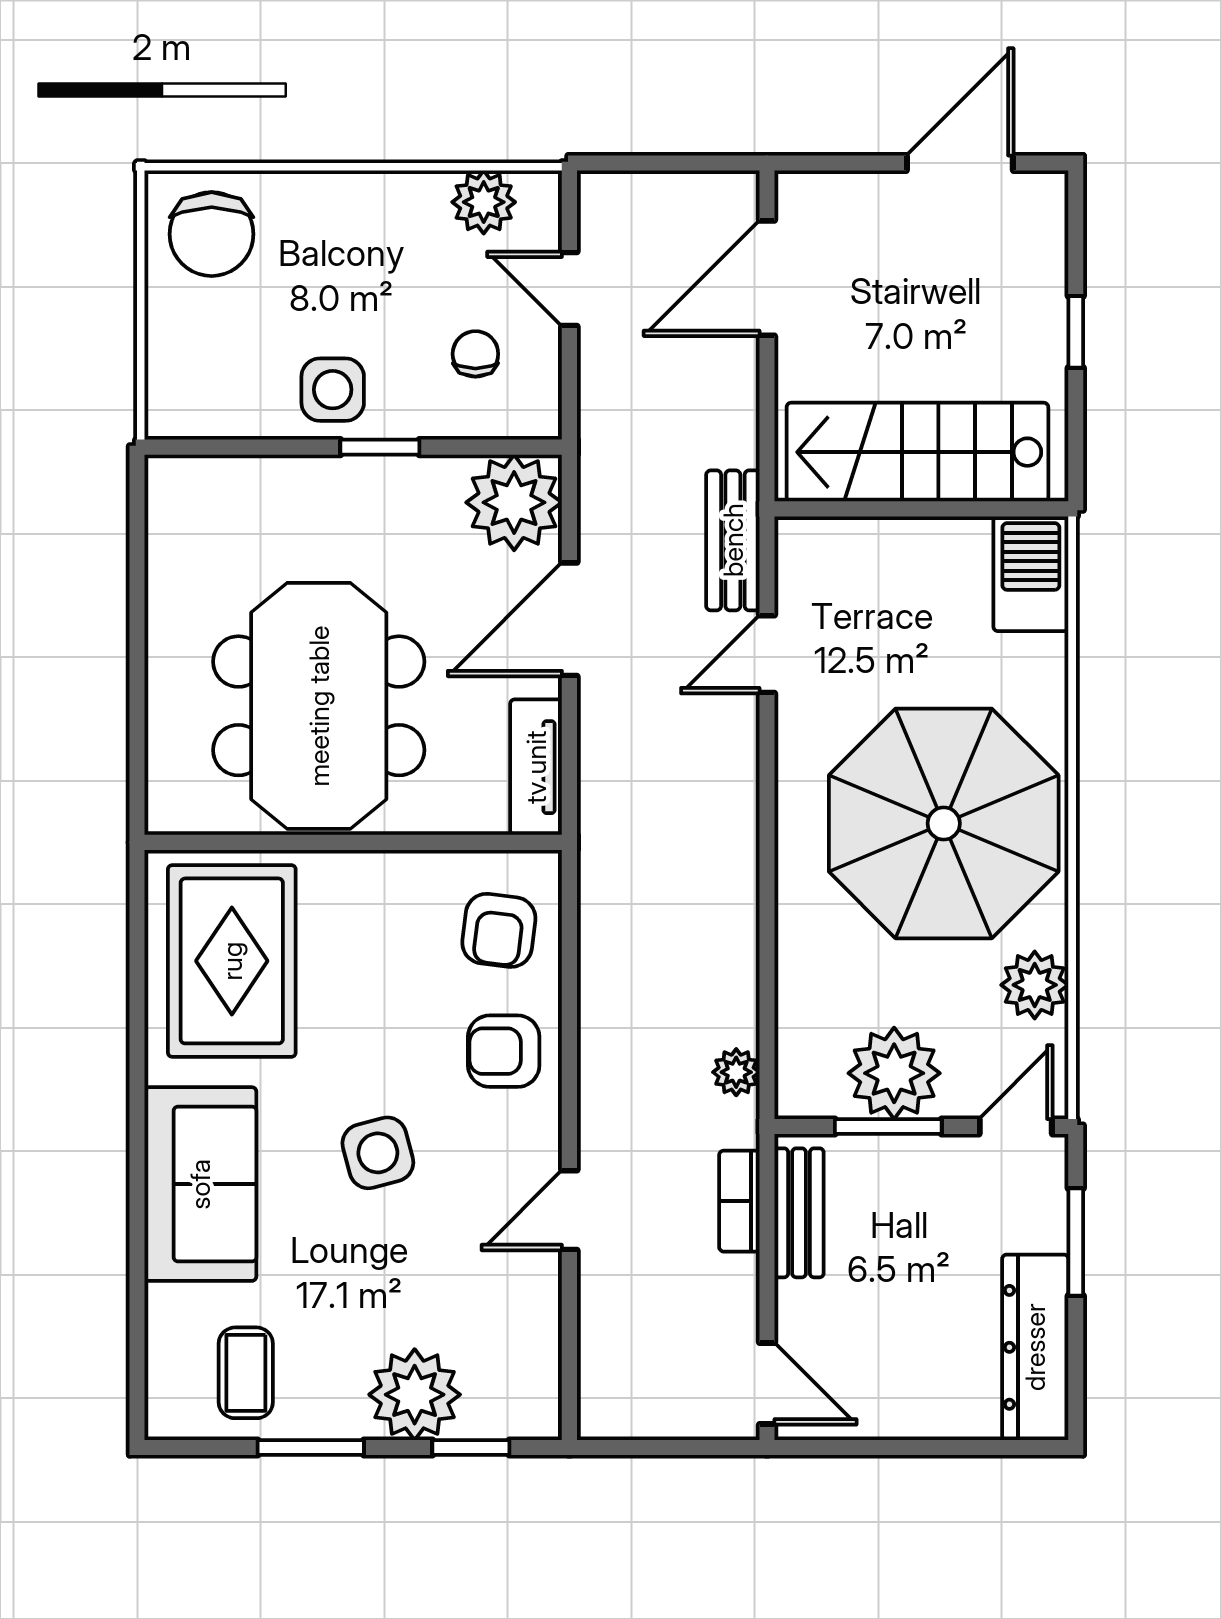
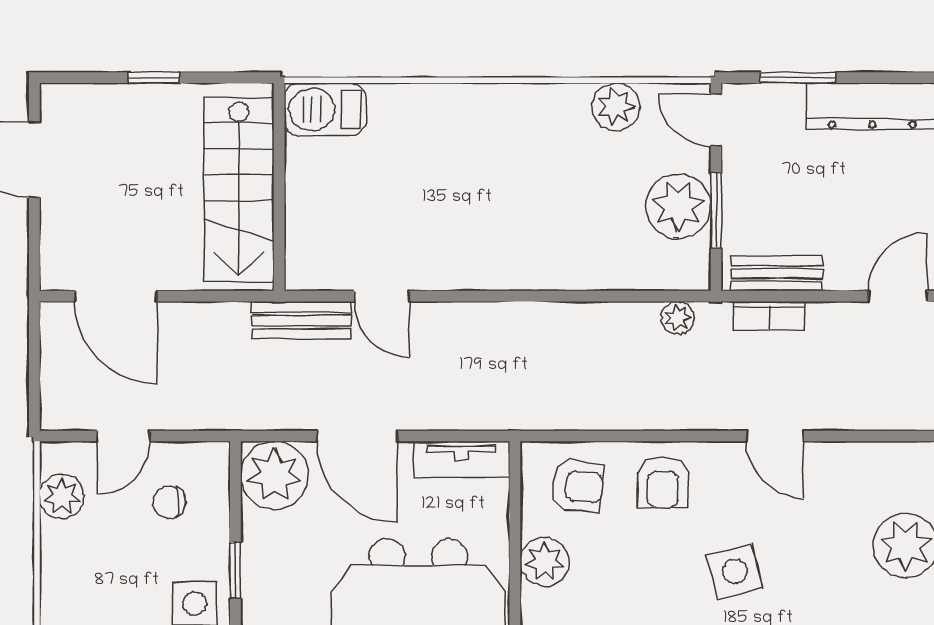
parasol: (944, 823) -> (502, 171), removed
plant: (392, 884) -> (545, 562), added

